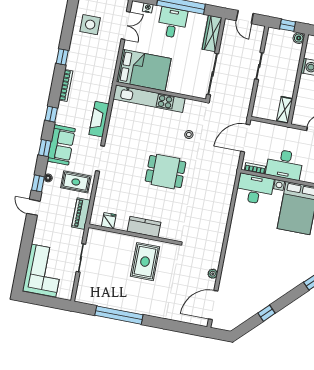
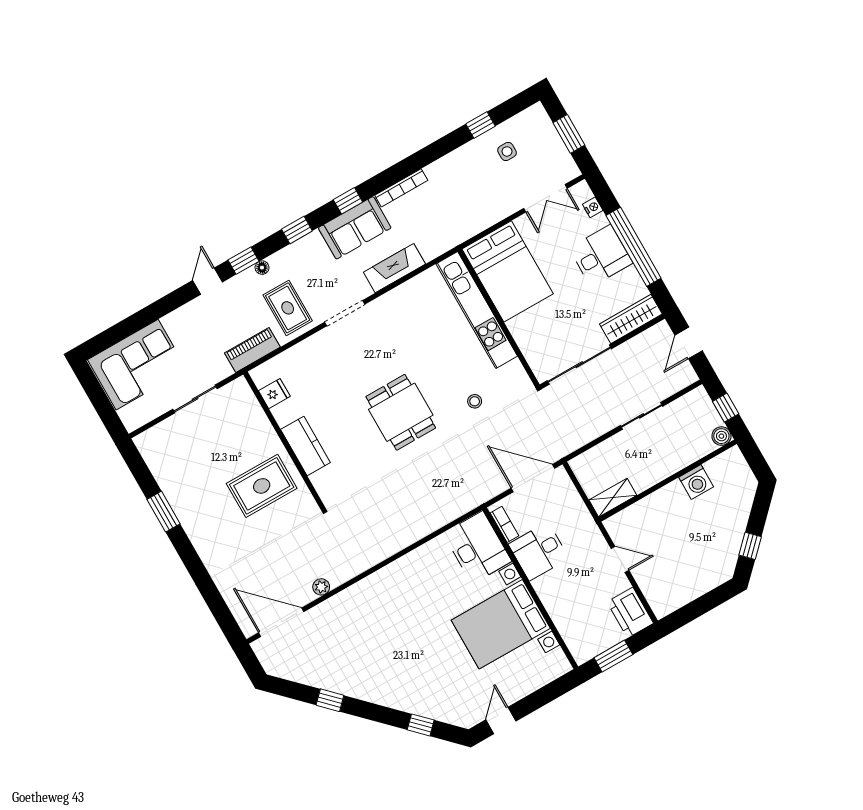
side table: (90, 25) -> (507, 151), width x0.54, depth x0.54
window: (62, 57) -> (480, 125), moved
sofa: (61, 145) -> (355, 228), moved
desk: (285, 164) -> (539, 551), width x0.73
window: (119, 315) -> (163, 512), width x0.47

